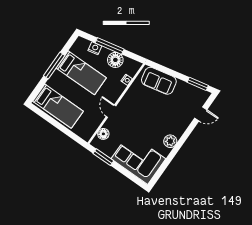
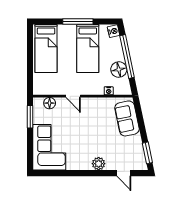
window: (110, 46) -> (127, 56), width x1.46
nightstand: (95, 48) -> (114, 31), moved
door: (111, 111) -> (73, 96), swing flipped
plant: (170, 141) -> (99, 164), moved

